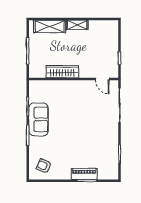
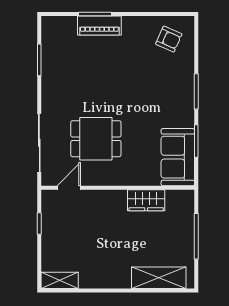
shelving: (77, 25) -> (60, 280), moved
wardrobe: (62, 72) -> (146, 200), width x0.67
door: (102, 79) -> (69, 188), hinge flipped
dining table: (86, 108) -> (96, 139), added
sofa: (38, 119) -> (178, 157), moved

